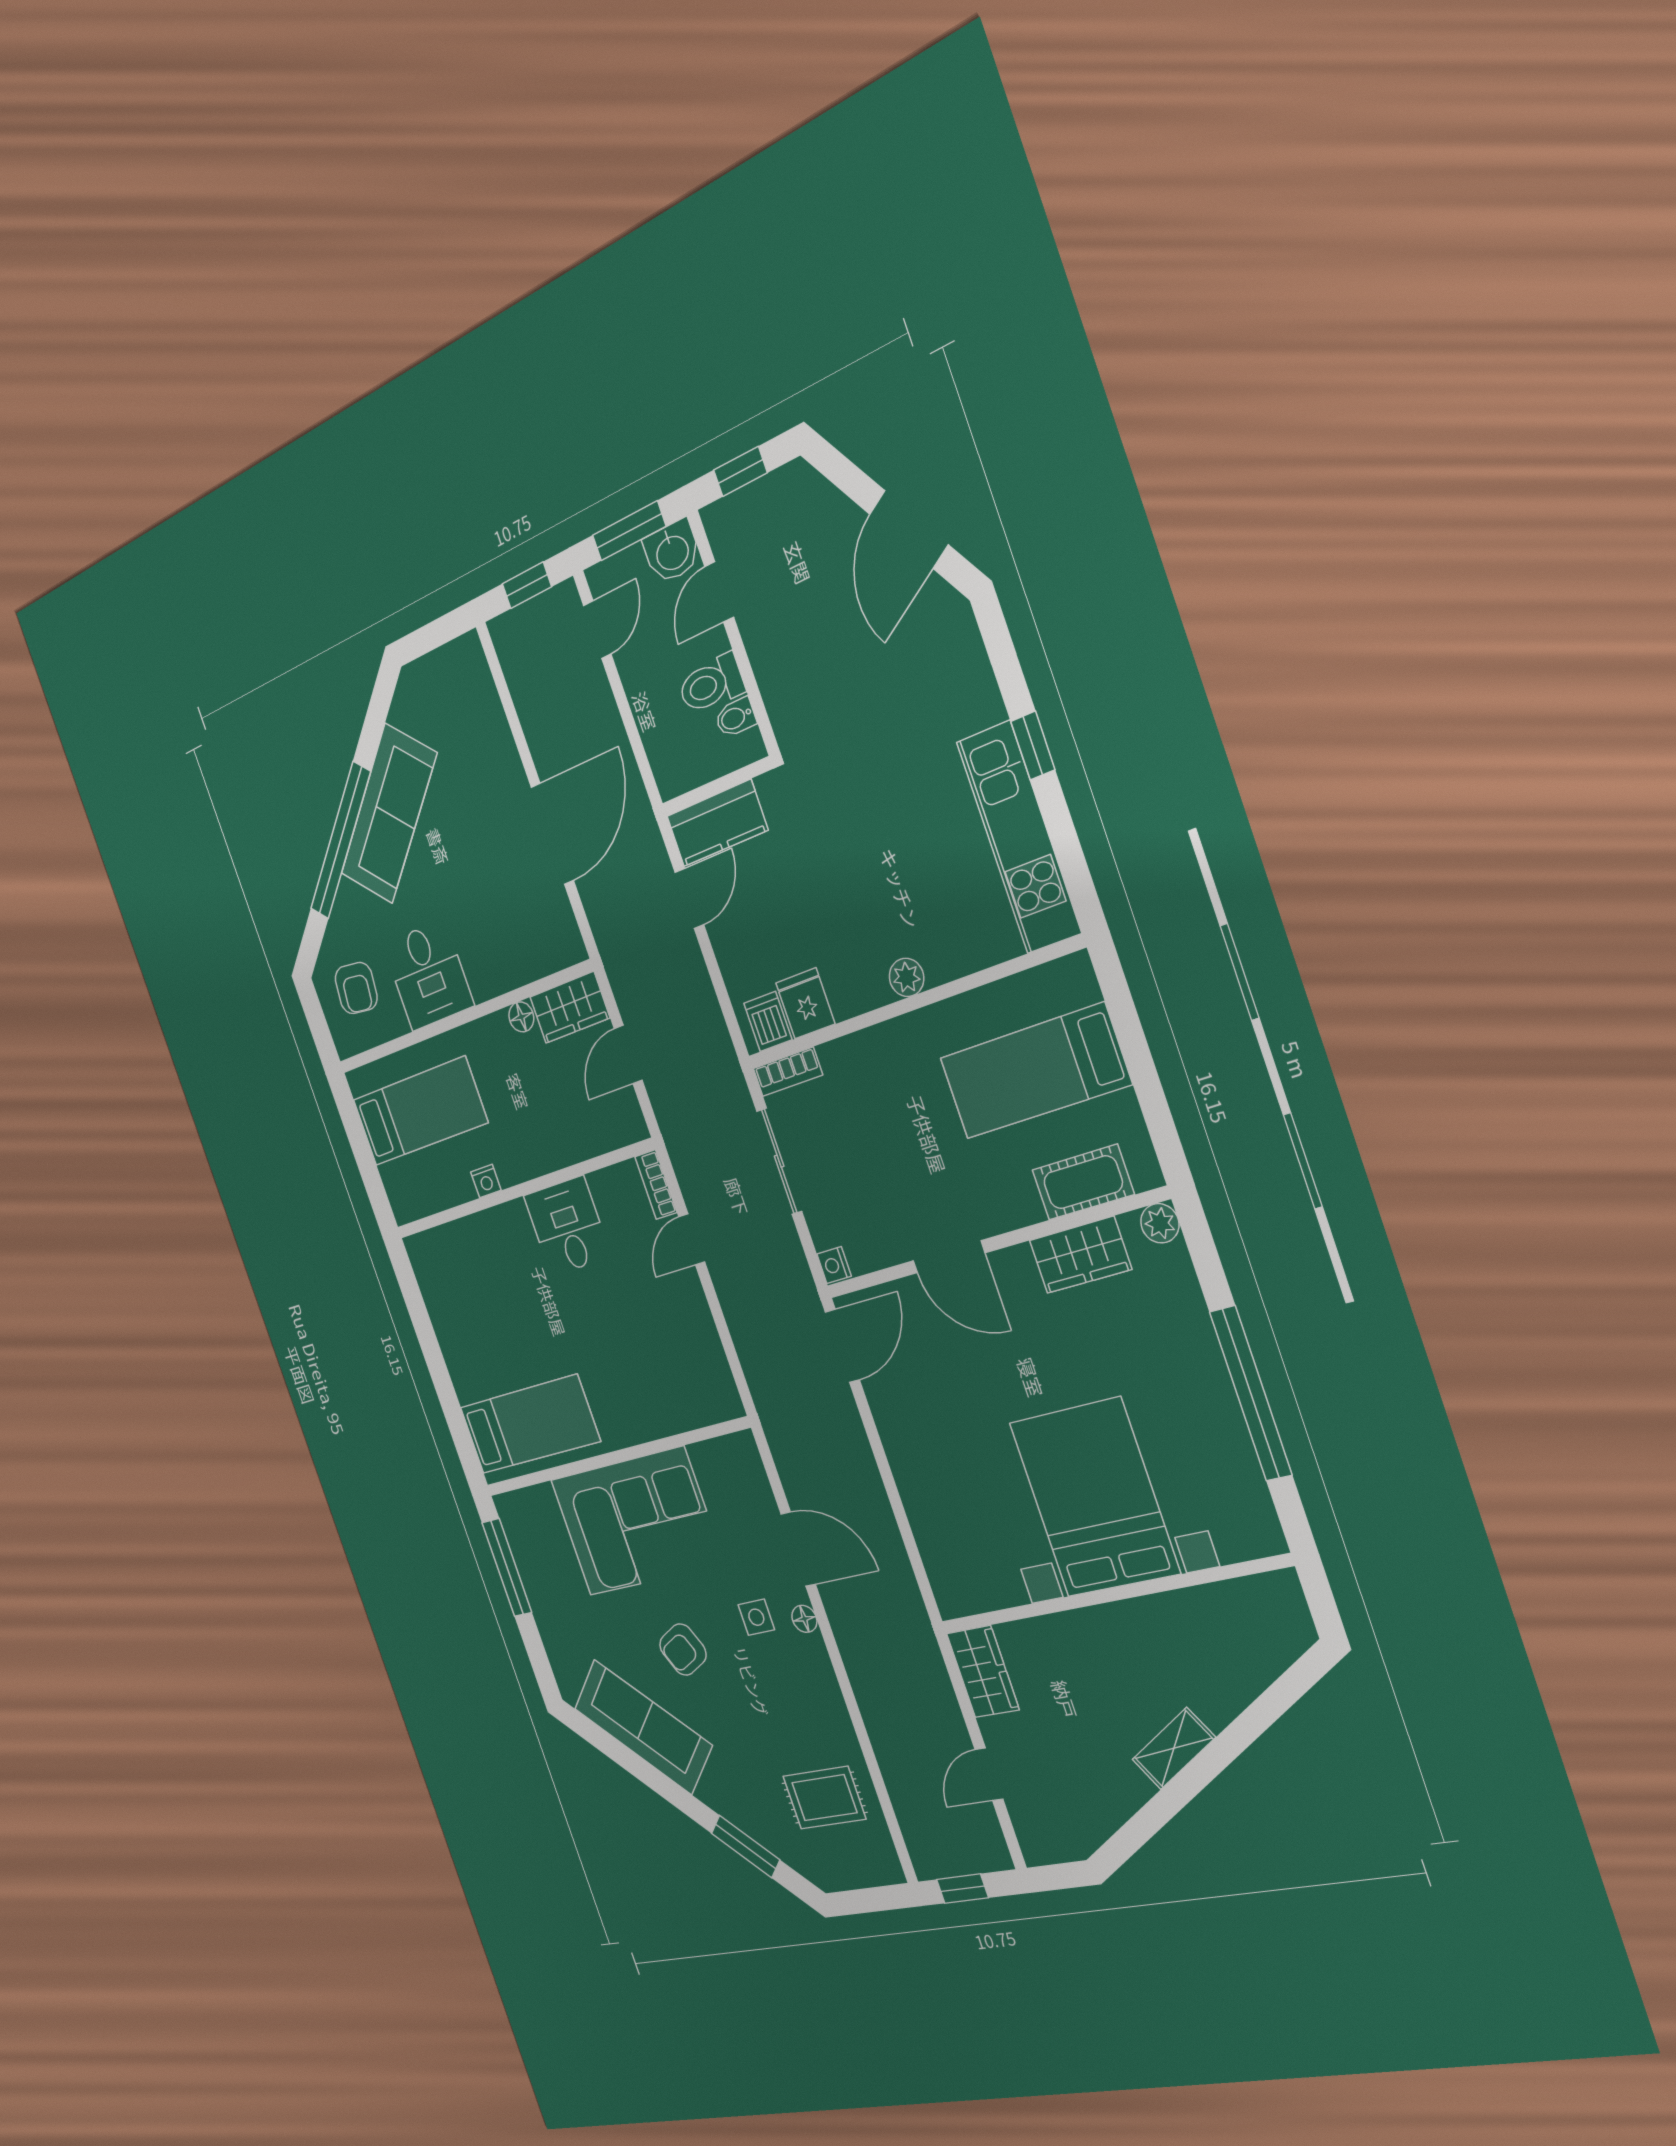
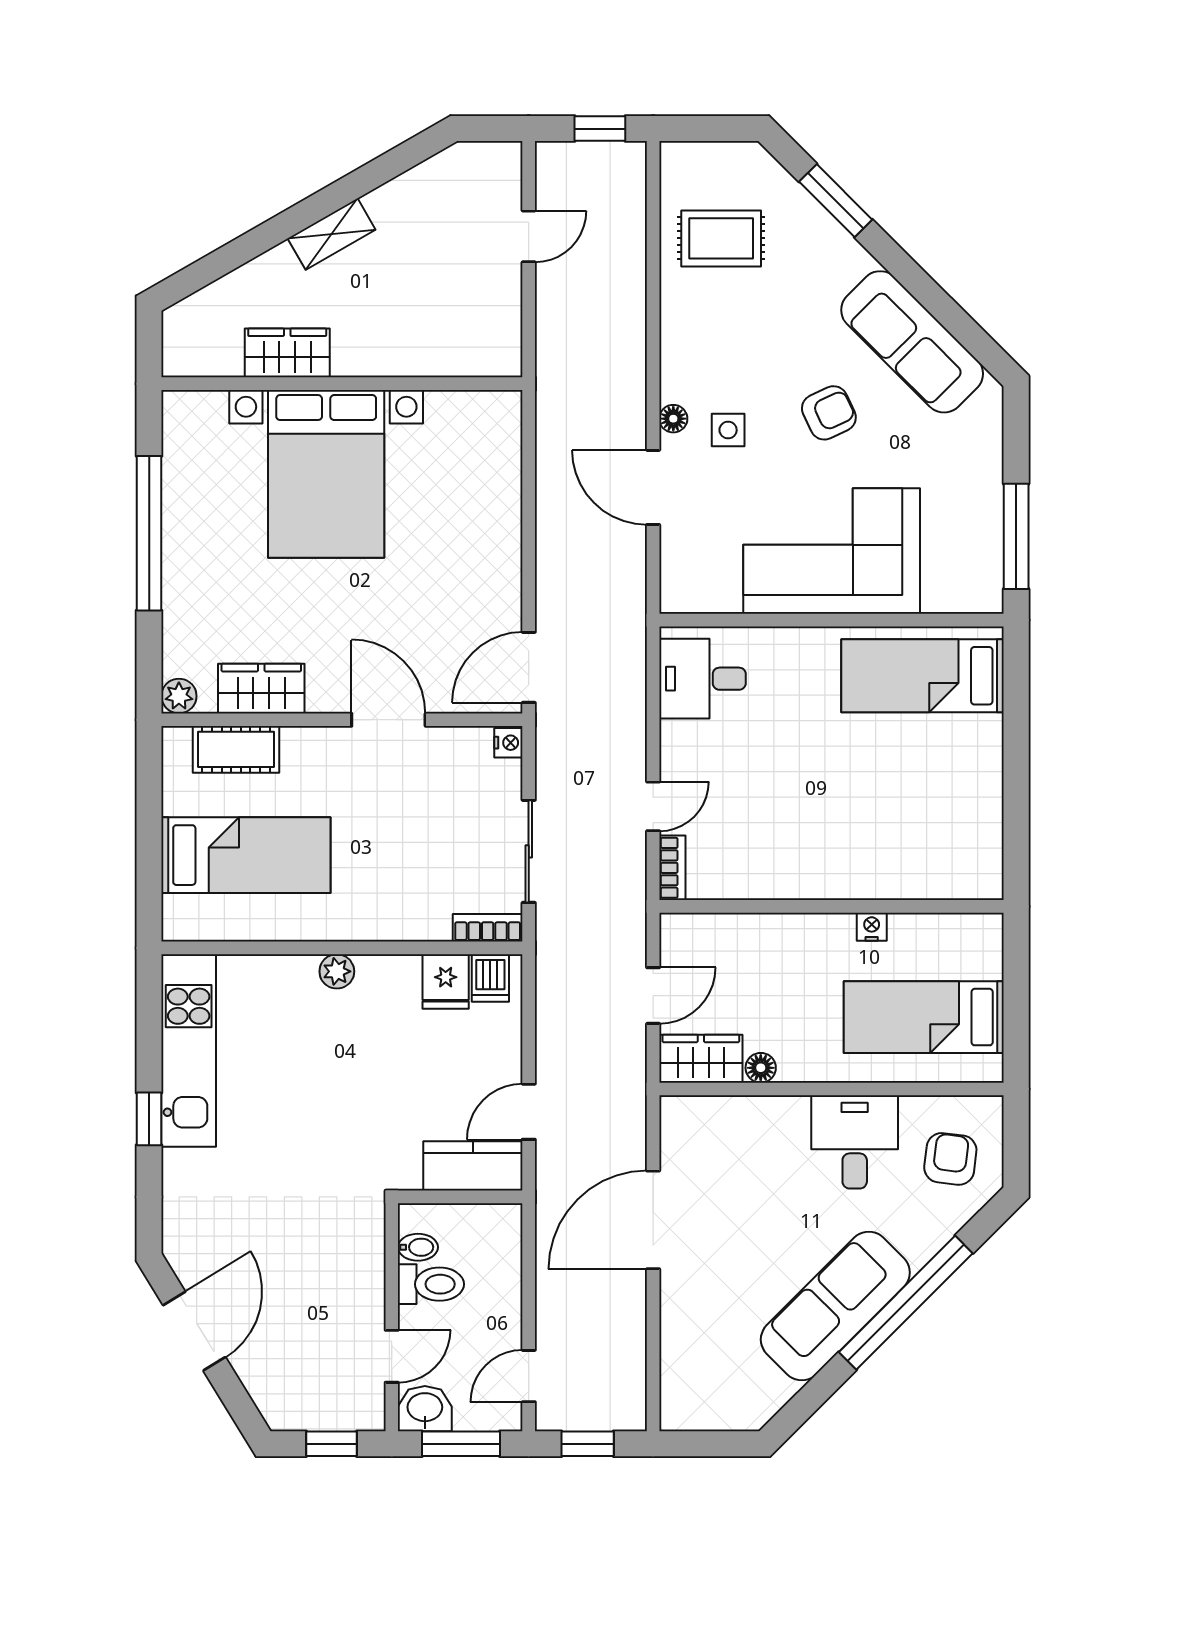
desk: (567, 1226) -> (703, 679), moved, turned 90
wardrobe: (983, 1672) -> (287, 353), moved, turned 90

